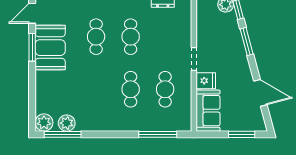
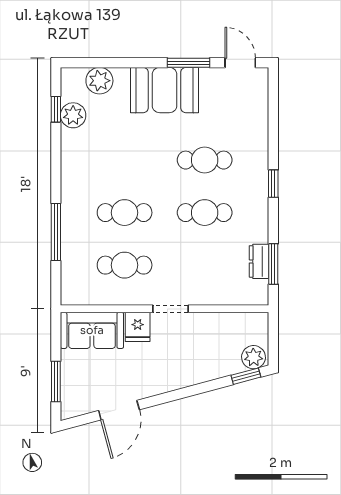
window: (247, 41) -> (197, 389), removed
booth: (50, 48) -> (164, 90), moved
plant: (44, 123) -> (99, 81), moved
window: (63, 134) -> (56, 109), width x0.46
window: (158, 134) -> (56, 232), moved

